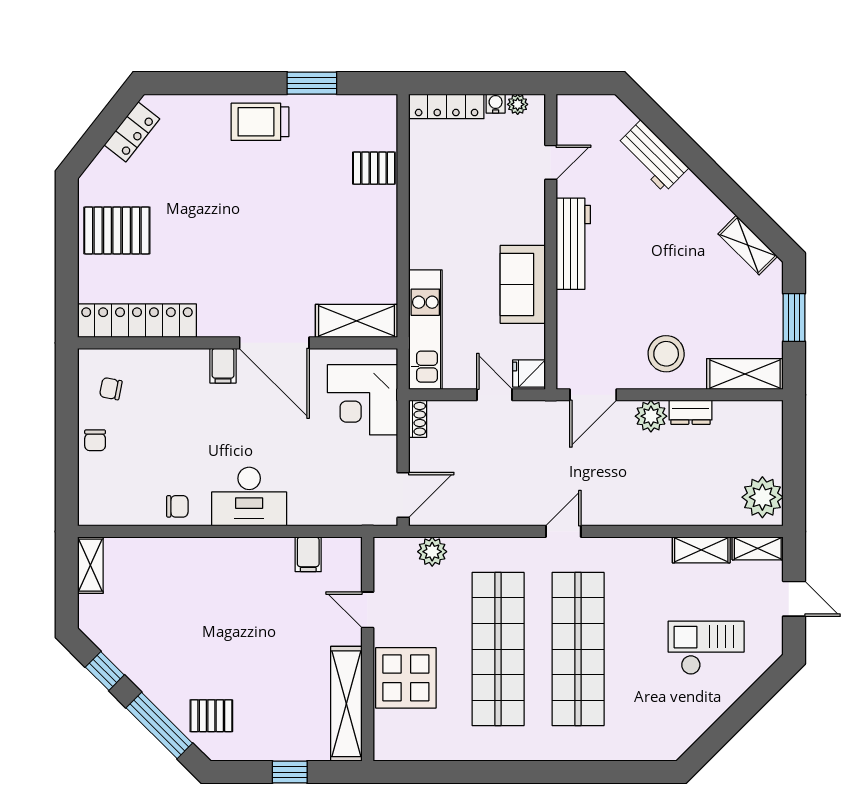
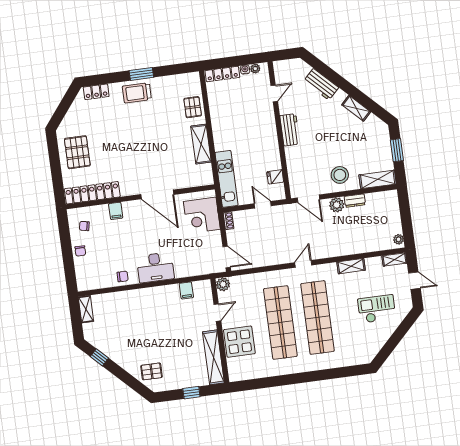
window: (312, 83) -> (141, 74), moved
locker: (132, 132) -> (96, 92), moved, turned 52
pallet: (374, 168) -> (193, 107), turned 90
pallet: (117, 230) -> (77, 152), turned 90
workbench: (573, 244) -> (290, 130), width x0.73
shelving: (748, 245) -> (356, 108), moved
sofa: (523, 284) -> (269, 152), removed
shelving: (356, 321) -> (201, 144), moved, turned 90
filing cabinet: (223, 366) -> (116, 211), moved
fridge: (529, 374) -> (275, 177), moved
door: (593, 395) -> (308, 199), hinge flipped
door: (403, 495) -> (227, 257), hinge flipped
plant: (762, 497) -> (399, 239), width x0.53, depth x0.53
shelving: (701, 550) -> (351, 266), moved
plant: (432, 552) -> (223, 284), moved
door: (368, 610) -> (217, 313), swing flipped
window: (159, 725) -> (128, 379), removed

